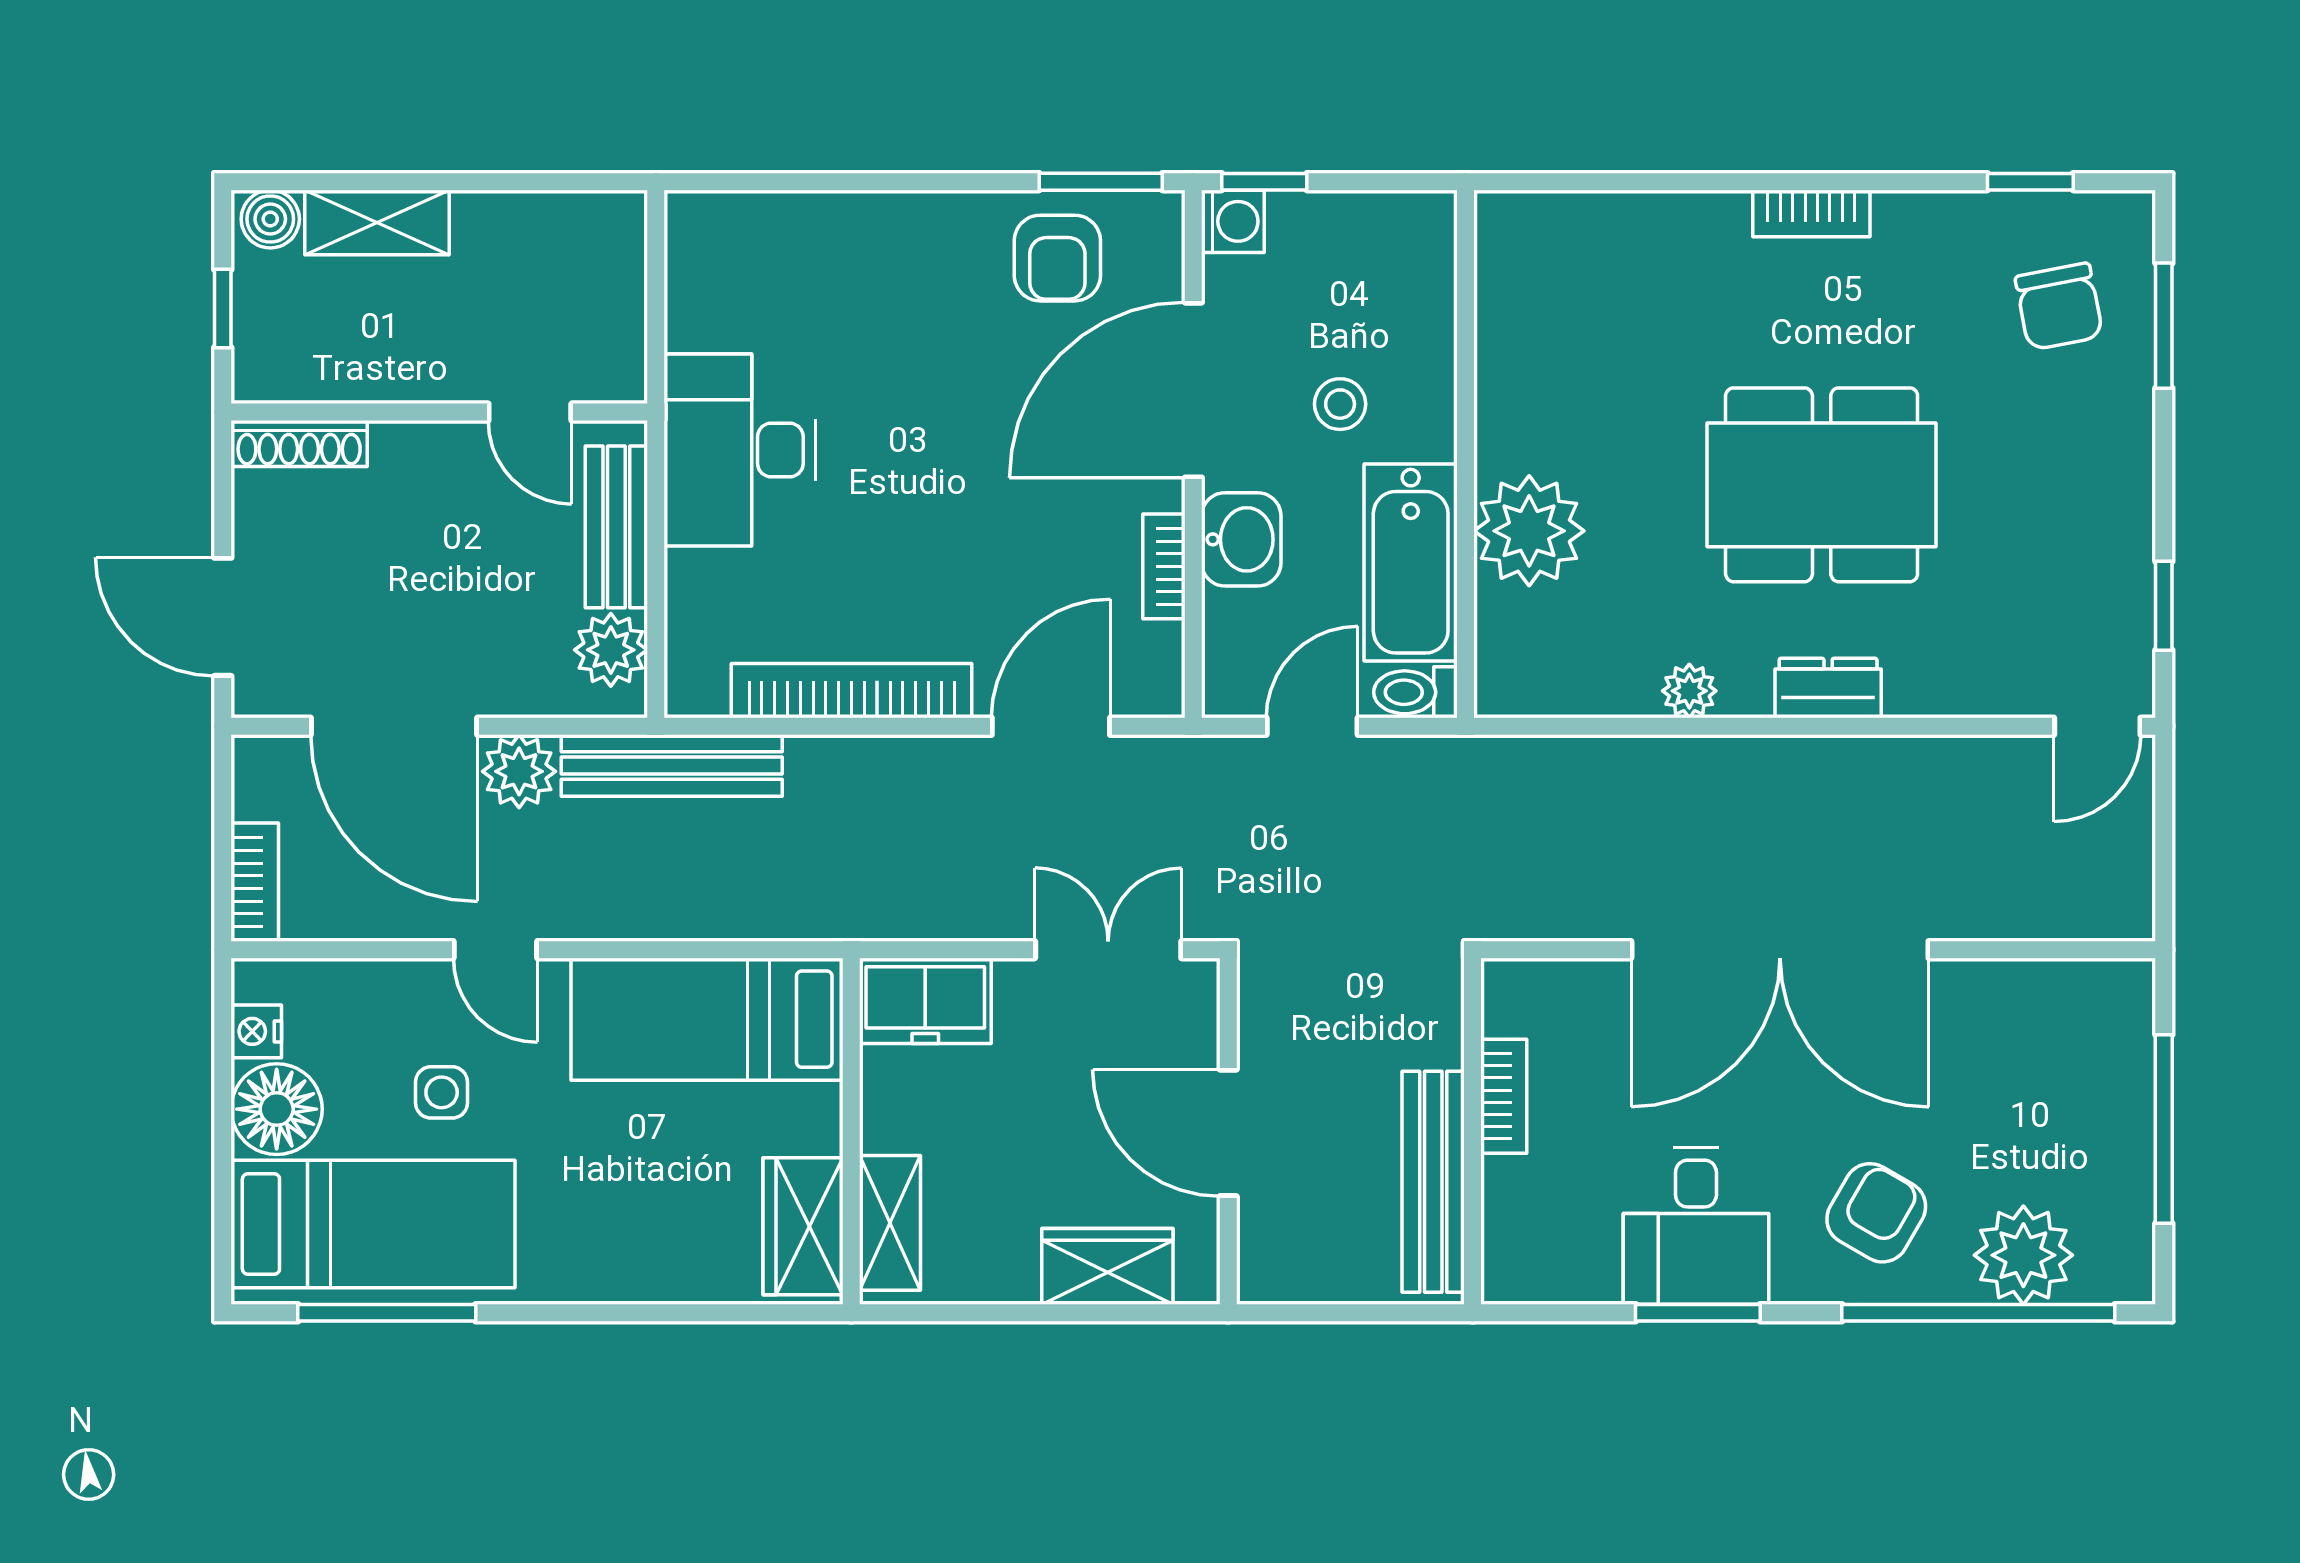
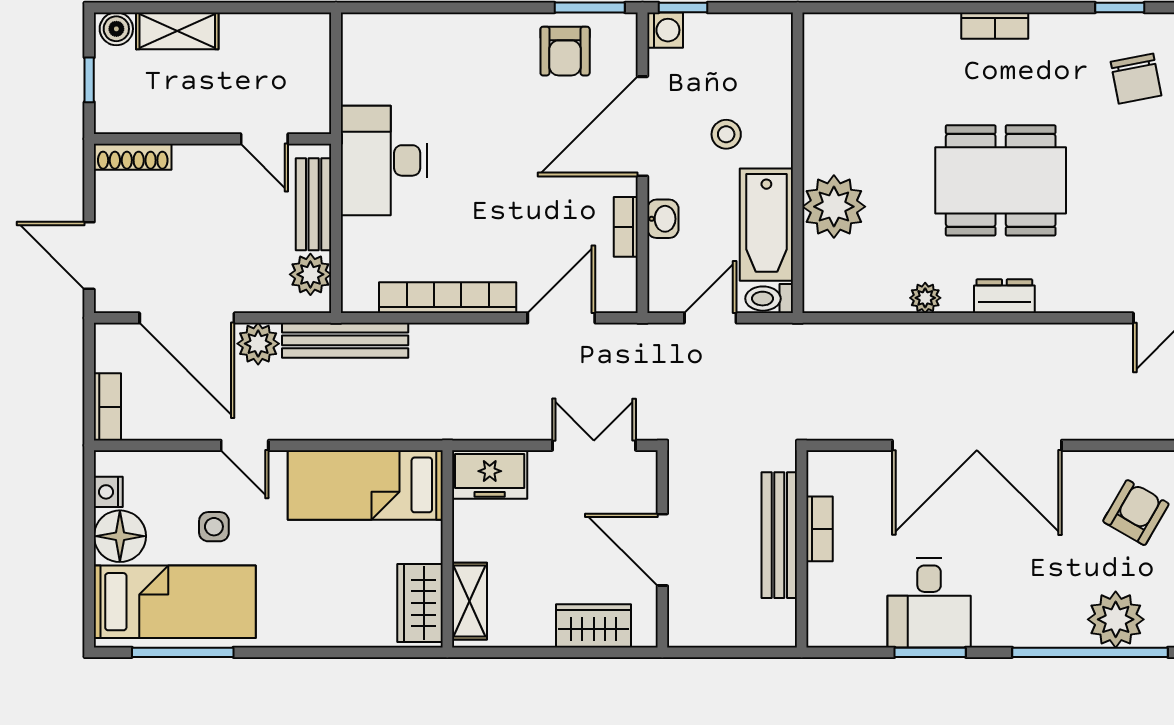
washbasin: (1241, 539) -> (663, 219), width x0.72, depth x0.69
bench: (1433, 1182) -> (779, 535), moved
armchair: (1876, 1213) -> (1136, 513), moved

